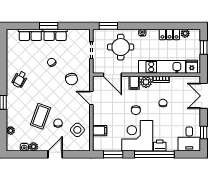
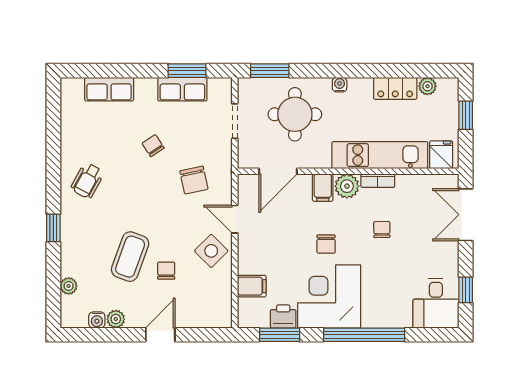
window: (49, 26) -> (187, 71), moved
row of seats: (55, 35) -> (182, 89), moved
door: (112, 75) -> (278, 171), hinge flipped
side table: (77, 130) -> (211, 251), moved
printer: (160, 145) -> (283, 316), moved

